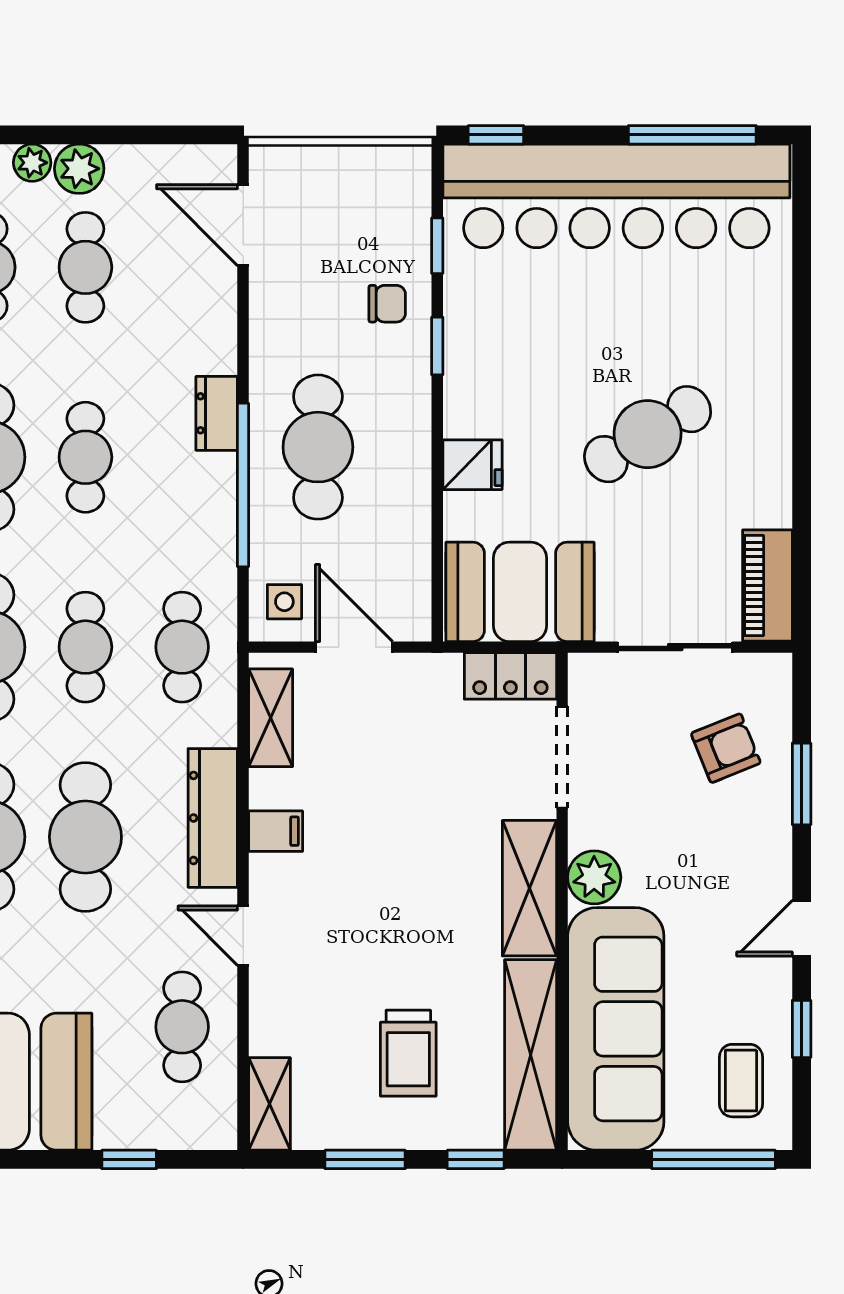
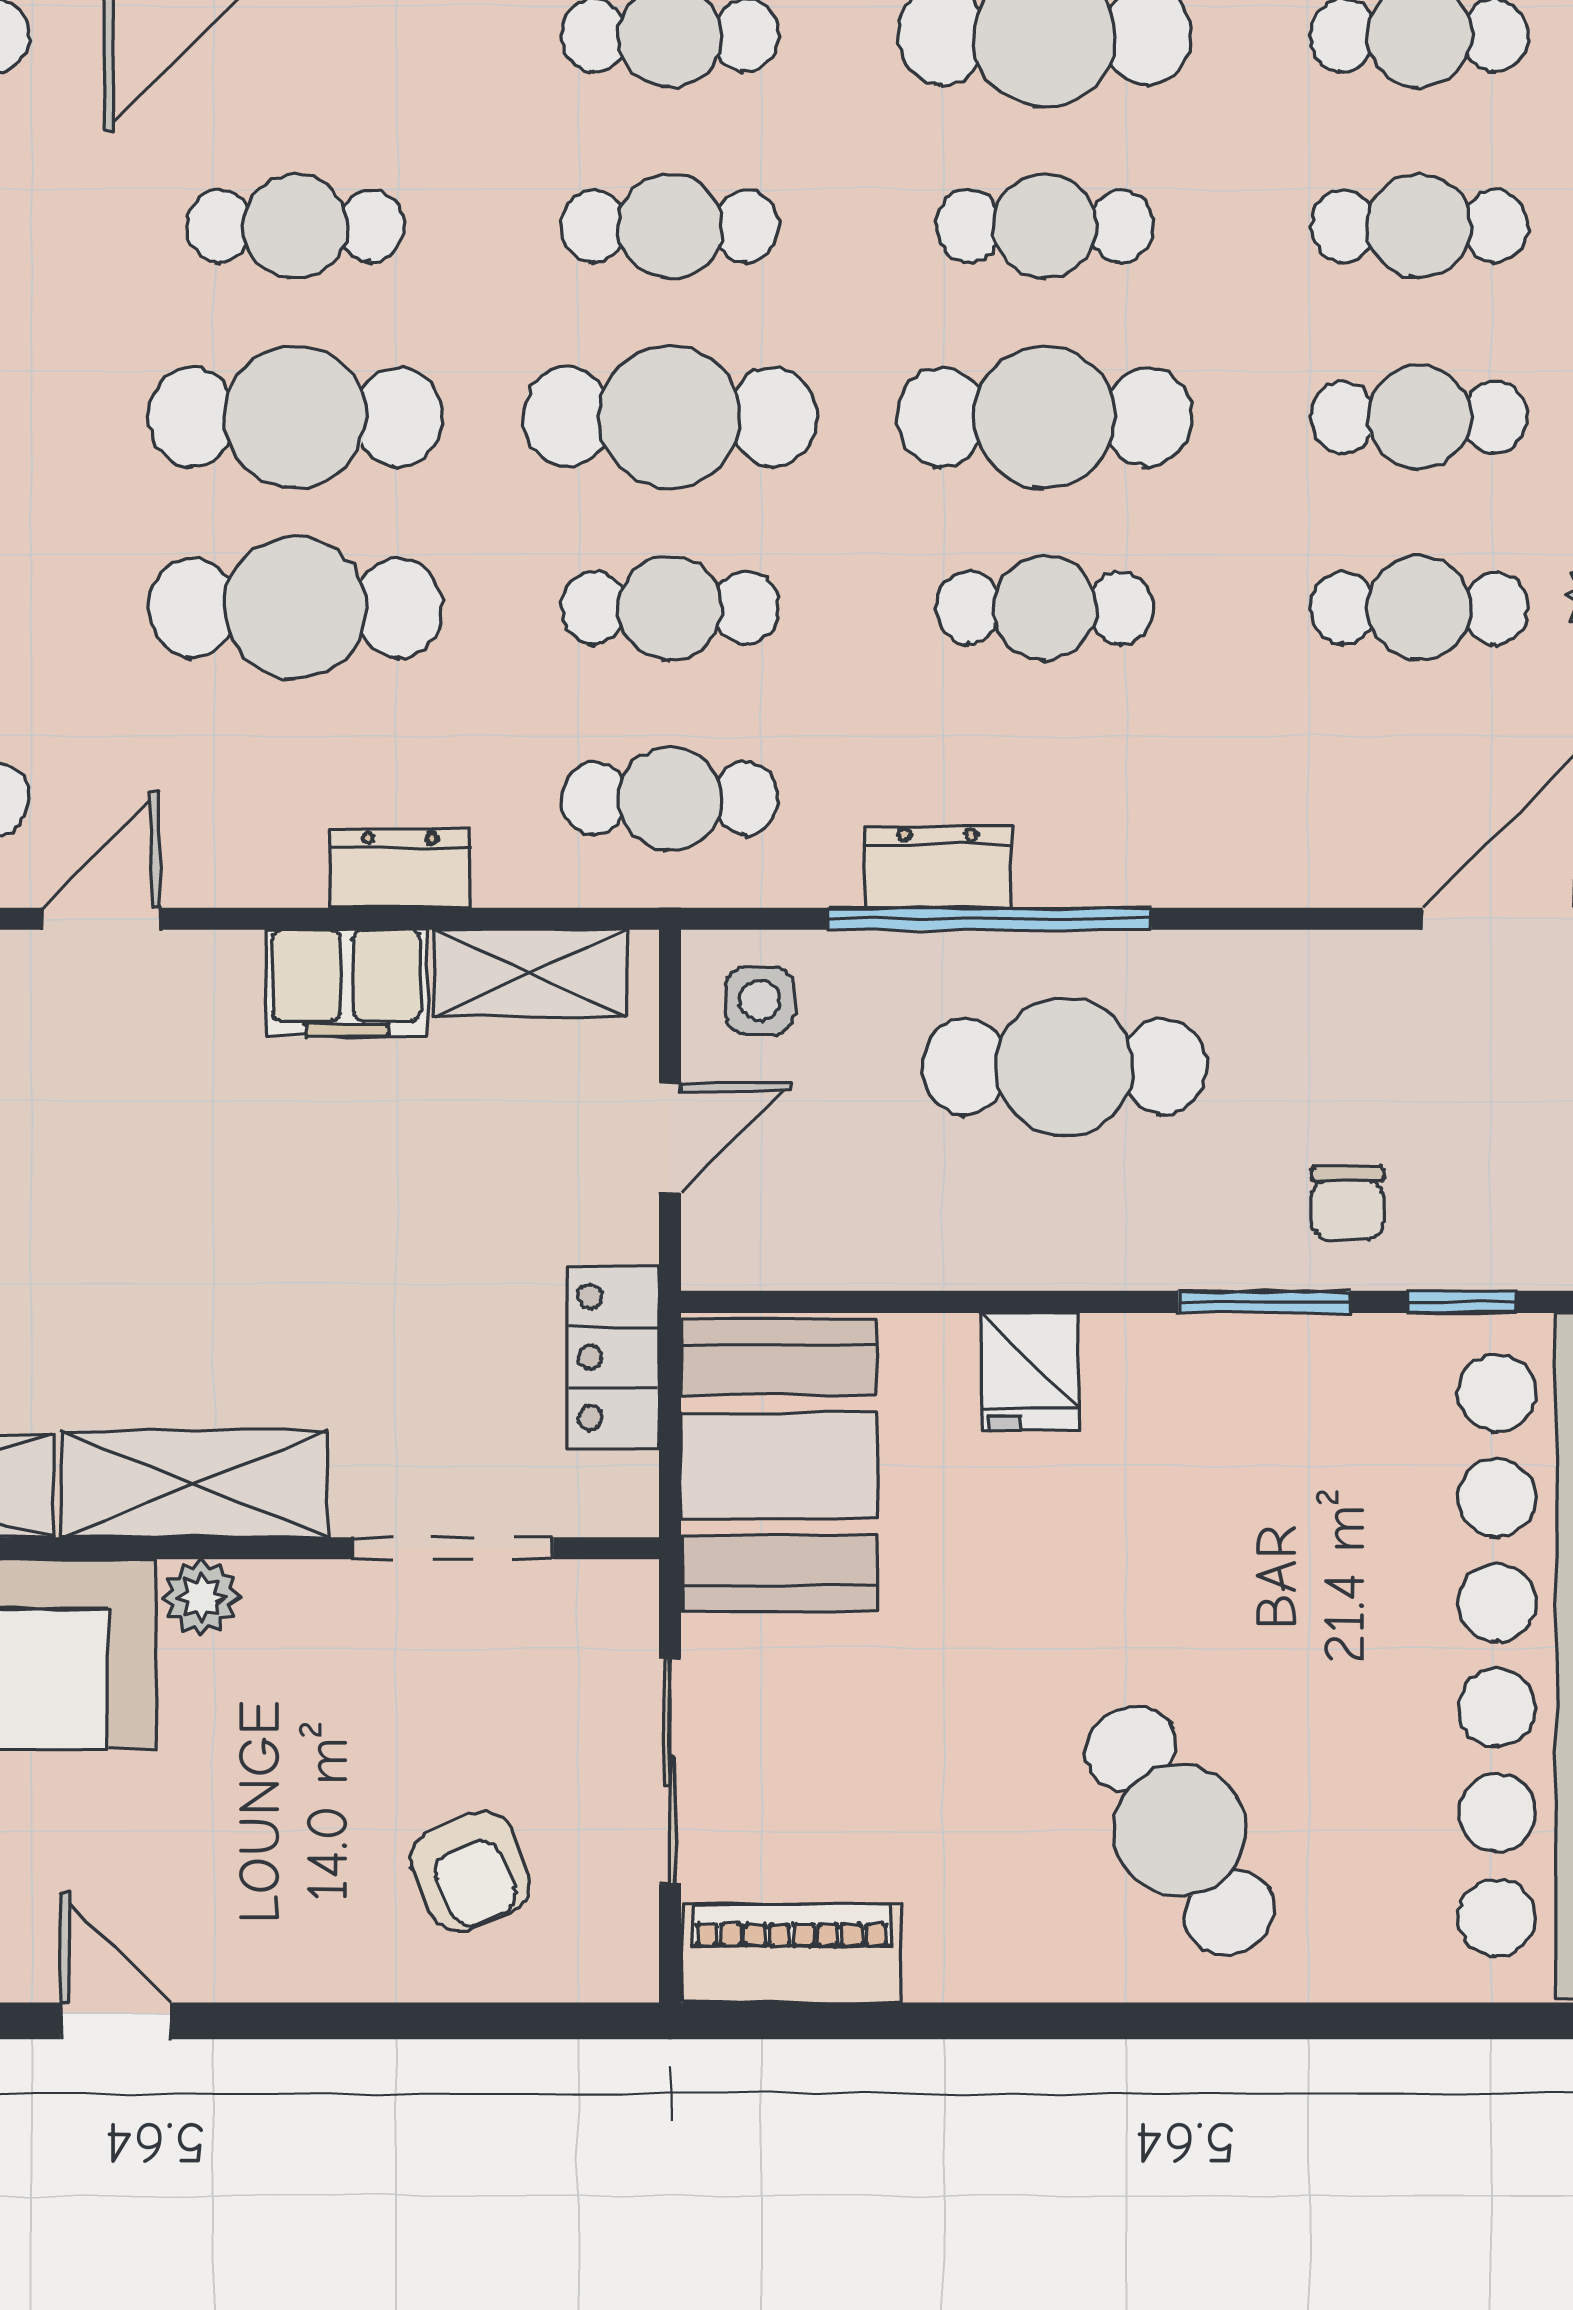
window: (437, 346) -> (1264, 1302), width x1.50
dresser: (217, 413) -> (938, 867), moved
cafe table: (648, 434) -> (1180, 1830), moved
door: (354, 647) -> (670, 1138), width x0.73
locker: (510, 676) -> (613, 1357), moved
window: (802, 784) -> (400, 2021), removed
dresser: (213, 818) -> (400, 869), width x0.51, depth x0.80
filing cabinet: (276, 831) -> (347, 983), width x2.00
plant: (594, 877) -> (201, 1597), width x0.73, depth x0.73

